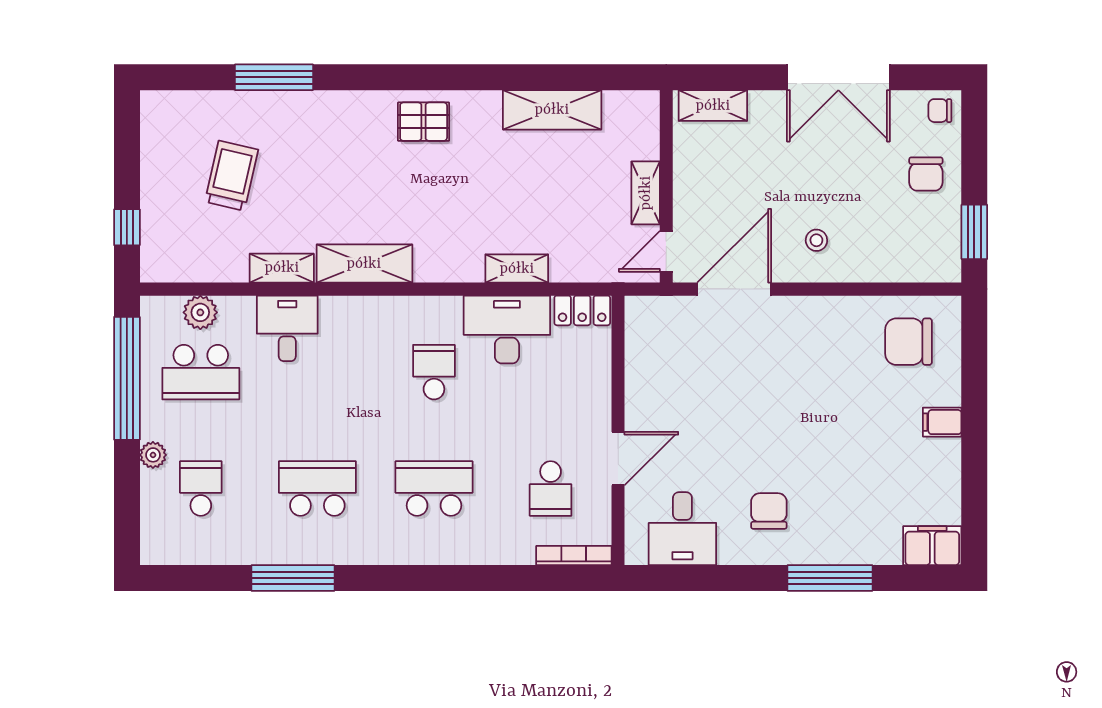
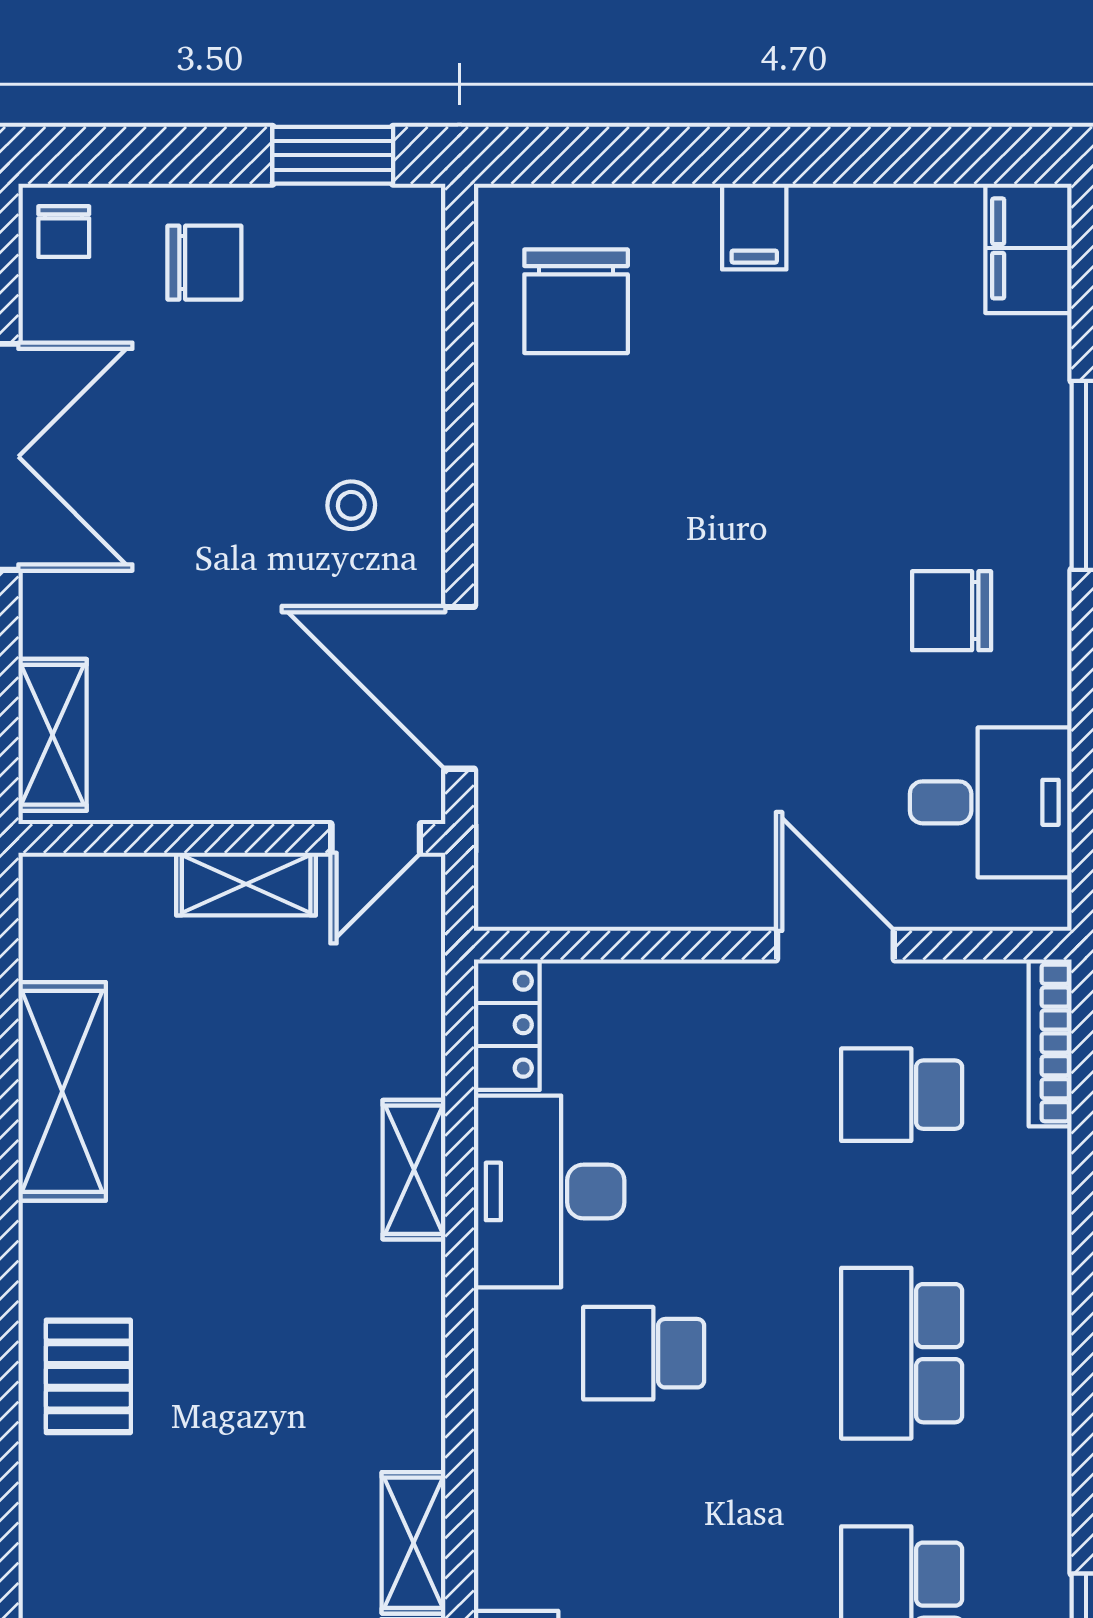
door: (666, 251) -> (376, 838), hinge flipped
shelving: (364, 264) -> (413, 1543), width x0.67, depth x0.75
school desk: (551, 489) -> (902, 1095), turned 180

